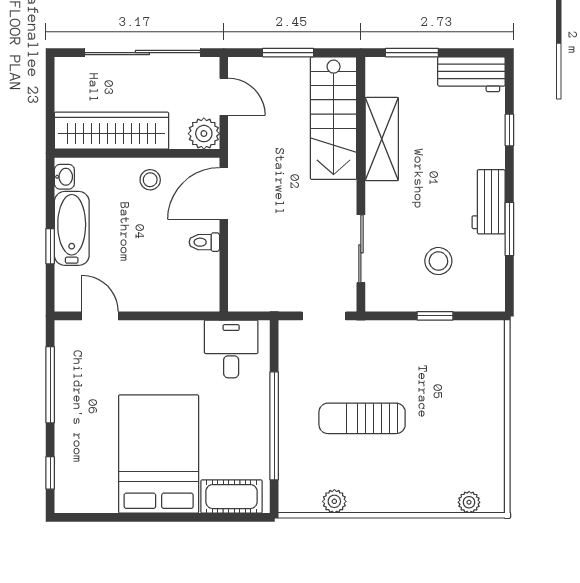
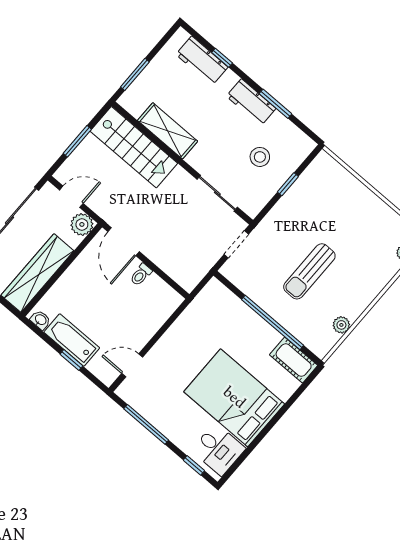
workbench: (471, 74) -> (202, 61), moved, turned 90
stool: (150, 180) -> (82, 275), removed
desk: (231, 349) -> (218, 449), moved, turned 180
cot: (231, 497) -> (294, 360), moved, turned 90

